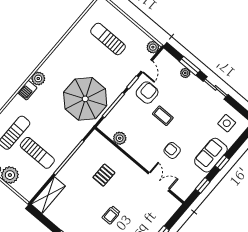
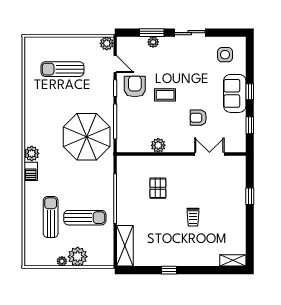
plant: (120, 138) -> (158, 145), moved

